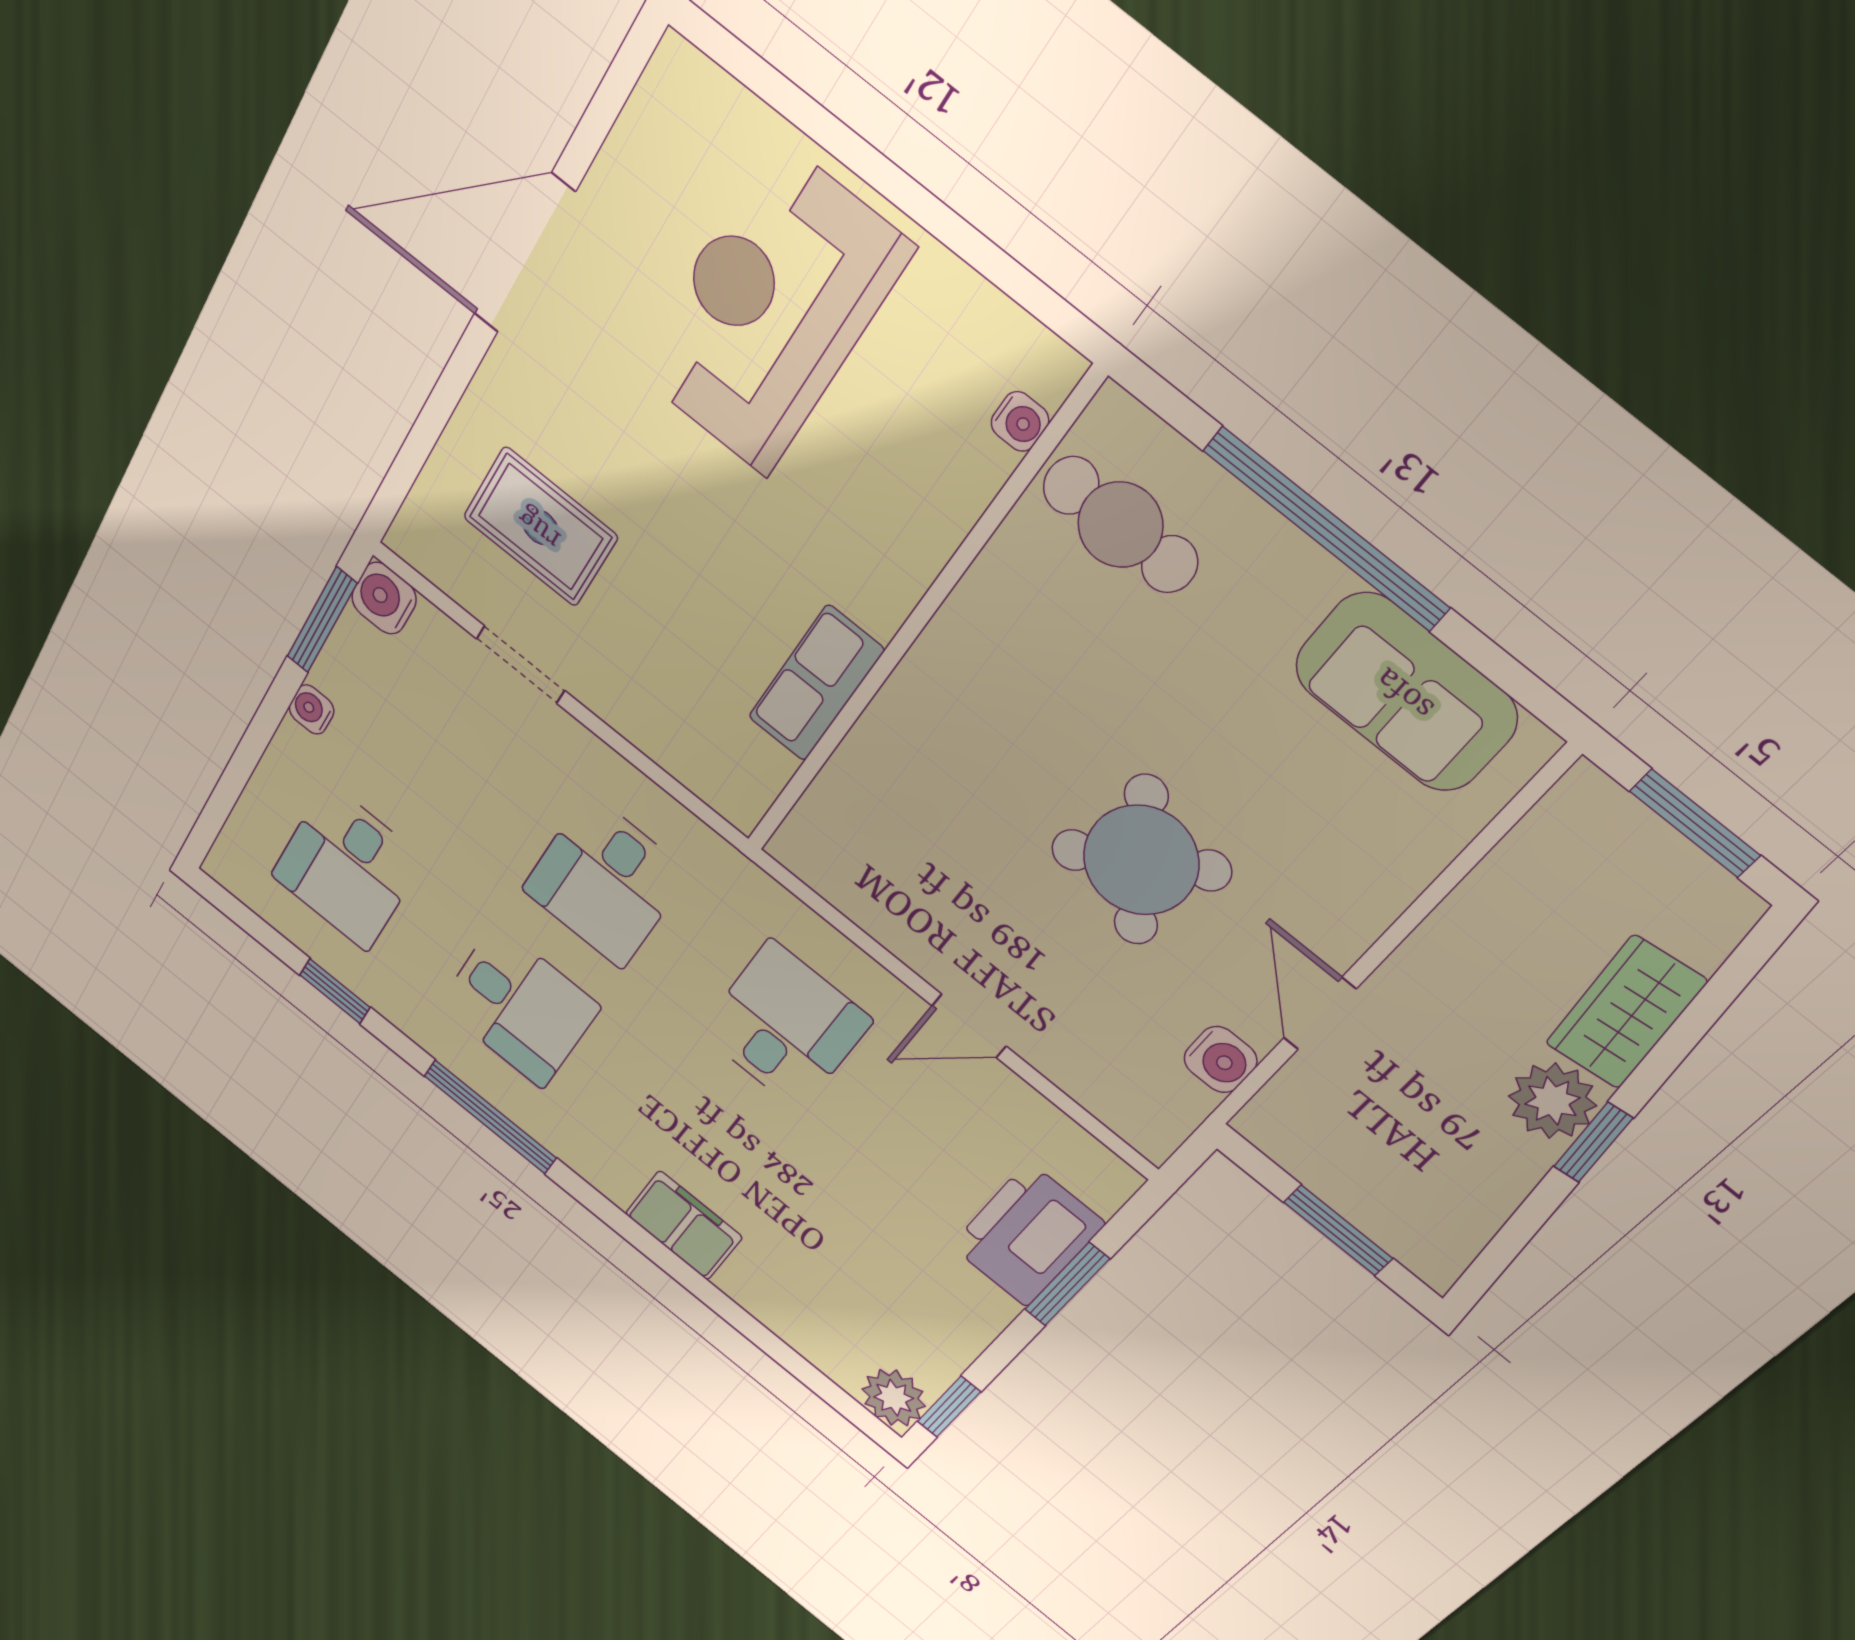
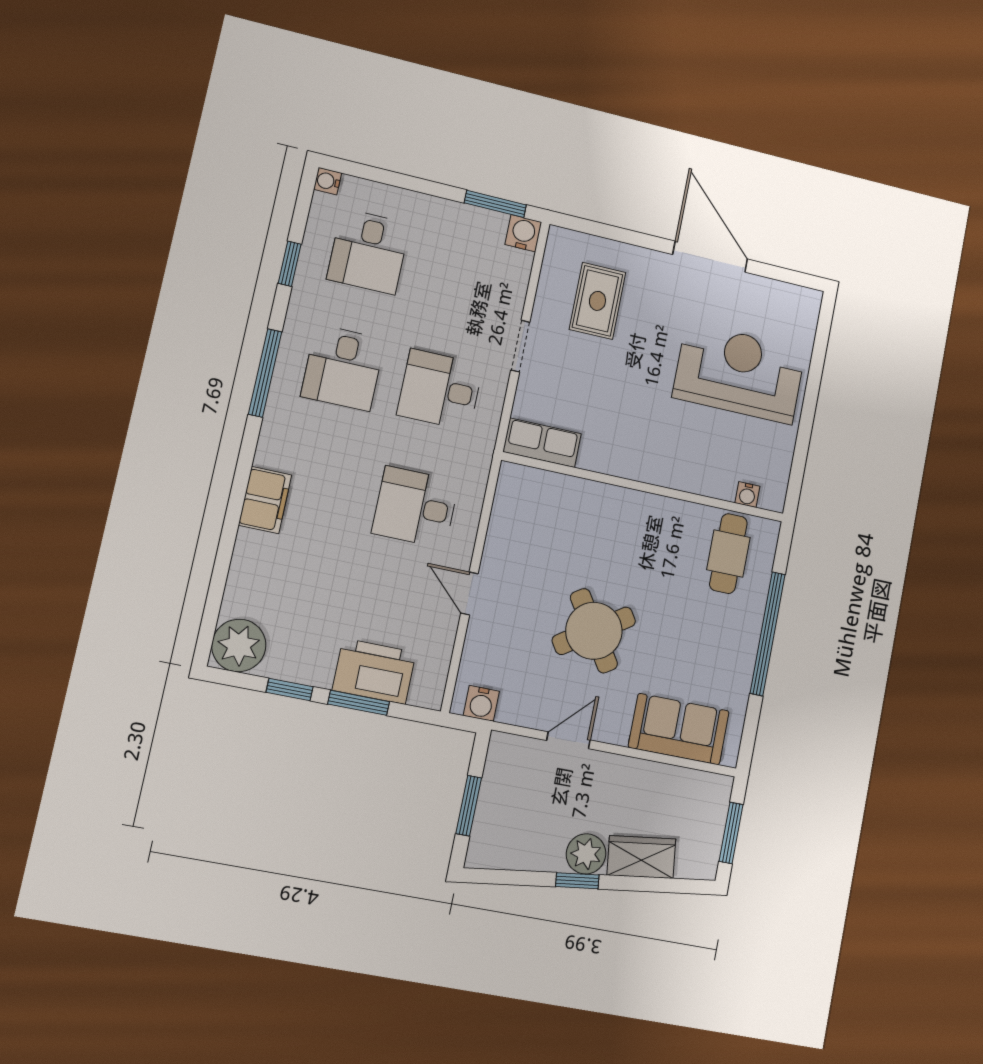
doorway: (521, 665) -> (520, 346), moved
row of seats: (816, 683) -> (542, 443), moved
sofa: (1406, 692) -> (679, 729), moved, turned 90
water cooler: (312, 709) -> (328, 181), moved, turned -90
desk: (347, 867) -> (368, 252), turned -90
desk: (785, 1026) -> (415, 507), turned 180
water cooler: (1220, 1060) -> (481, 703), moved
plant: (894, 1398) -> (239, 645), width x1.36, depth x1.36
window: (949, 1407) -> (290, 690), moved

